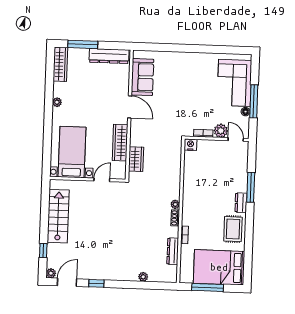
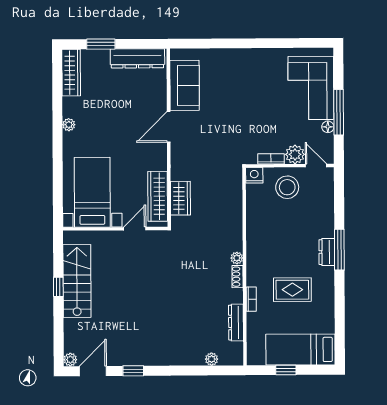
window: (83, 44) -> (101, 44), width x0.69
door: (130, 107) -> (169, 127), swing flipped
wardrobe: (120, 143) -> (158, 196), moved
stool: (214, 154) -> (287, 187), added
window: (251, 187) -> (339, 250), moved
rug: (233, 229) -> (292, 290), moved, turned 90
window: (43, 251) -> (58, 287), moved
bed: (219, 267) -> (300, 350), width x0.67
plant: (143, 277) -> (212, 359), moved
window: (208, 287) -> (286, 370), width x0.46

